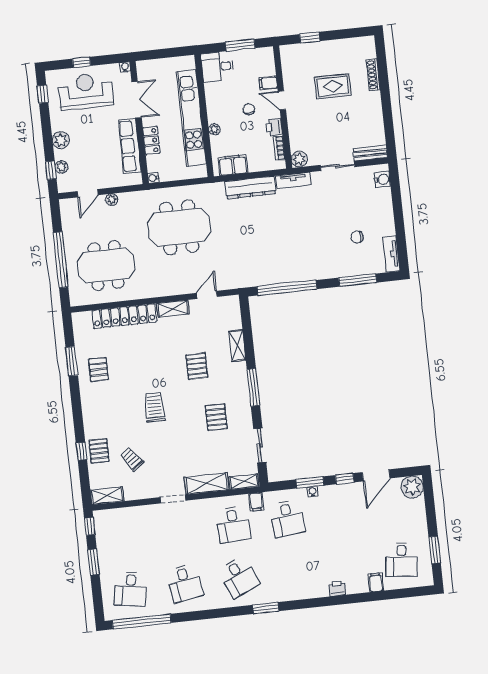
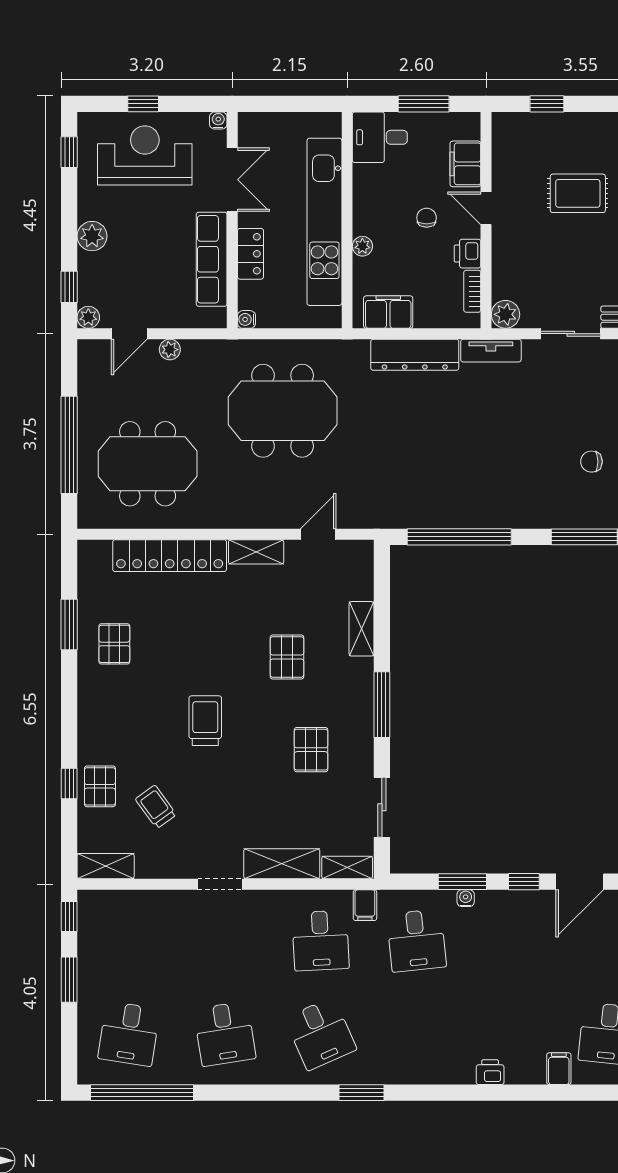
filing cabinet: (268, 83) -> (465, 164), width x2.00
plant: (62, 167) -> (88, 317), moved

